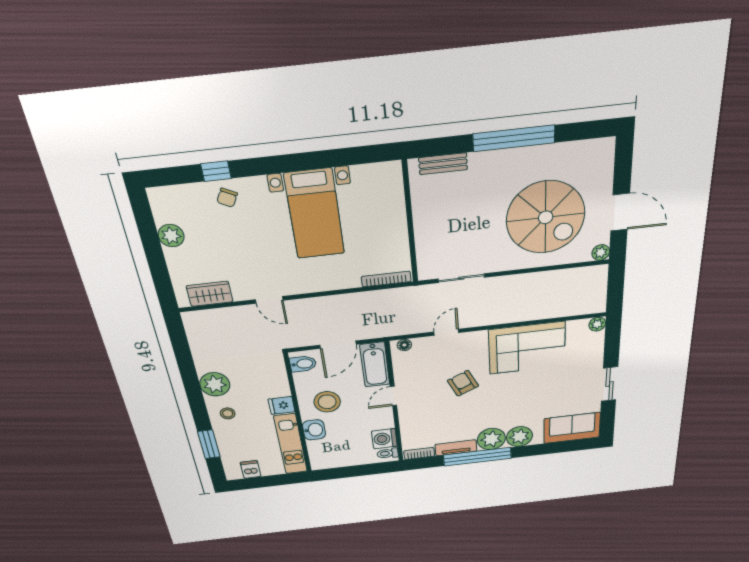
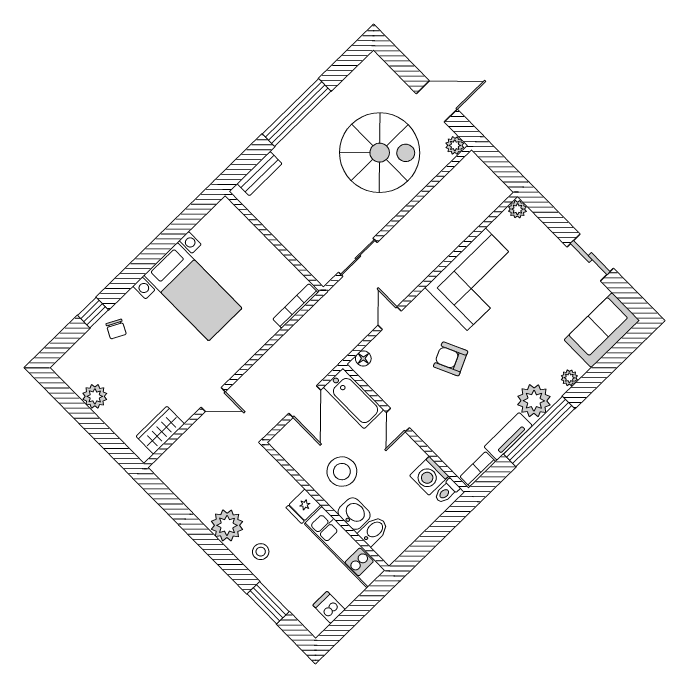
bidet: (303, 364) -> (373, 531), moved
plant: (519, 437) -> (569, 378), width x0.53, depth x0.53

